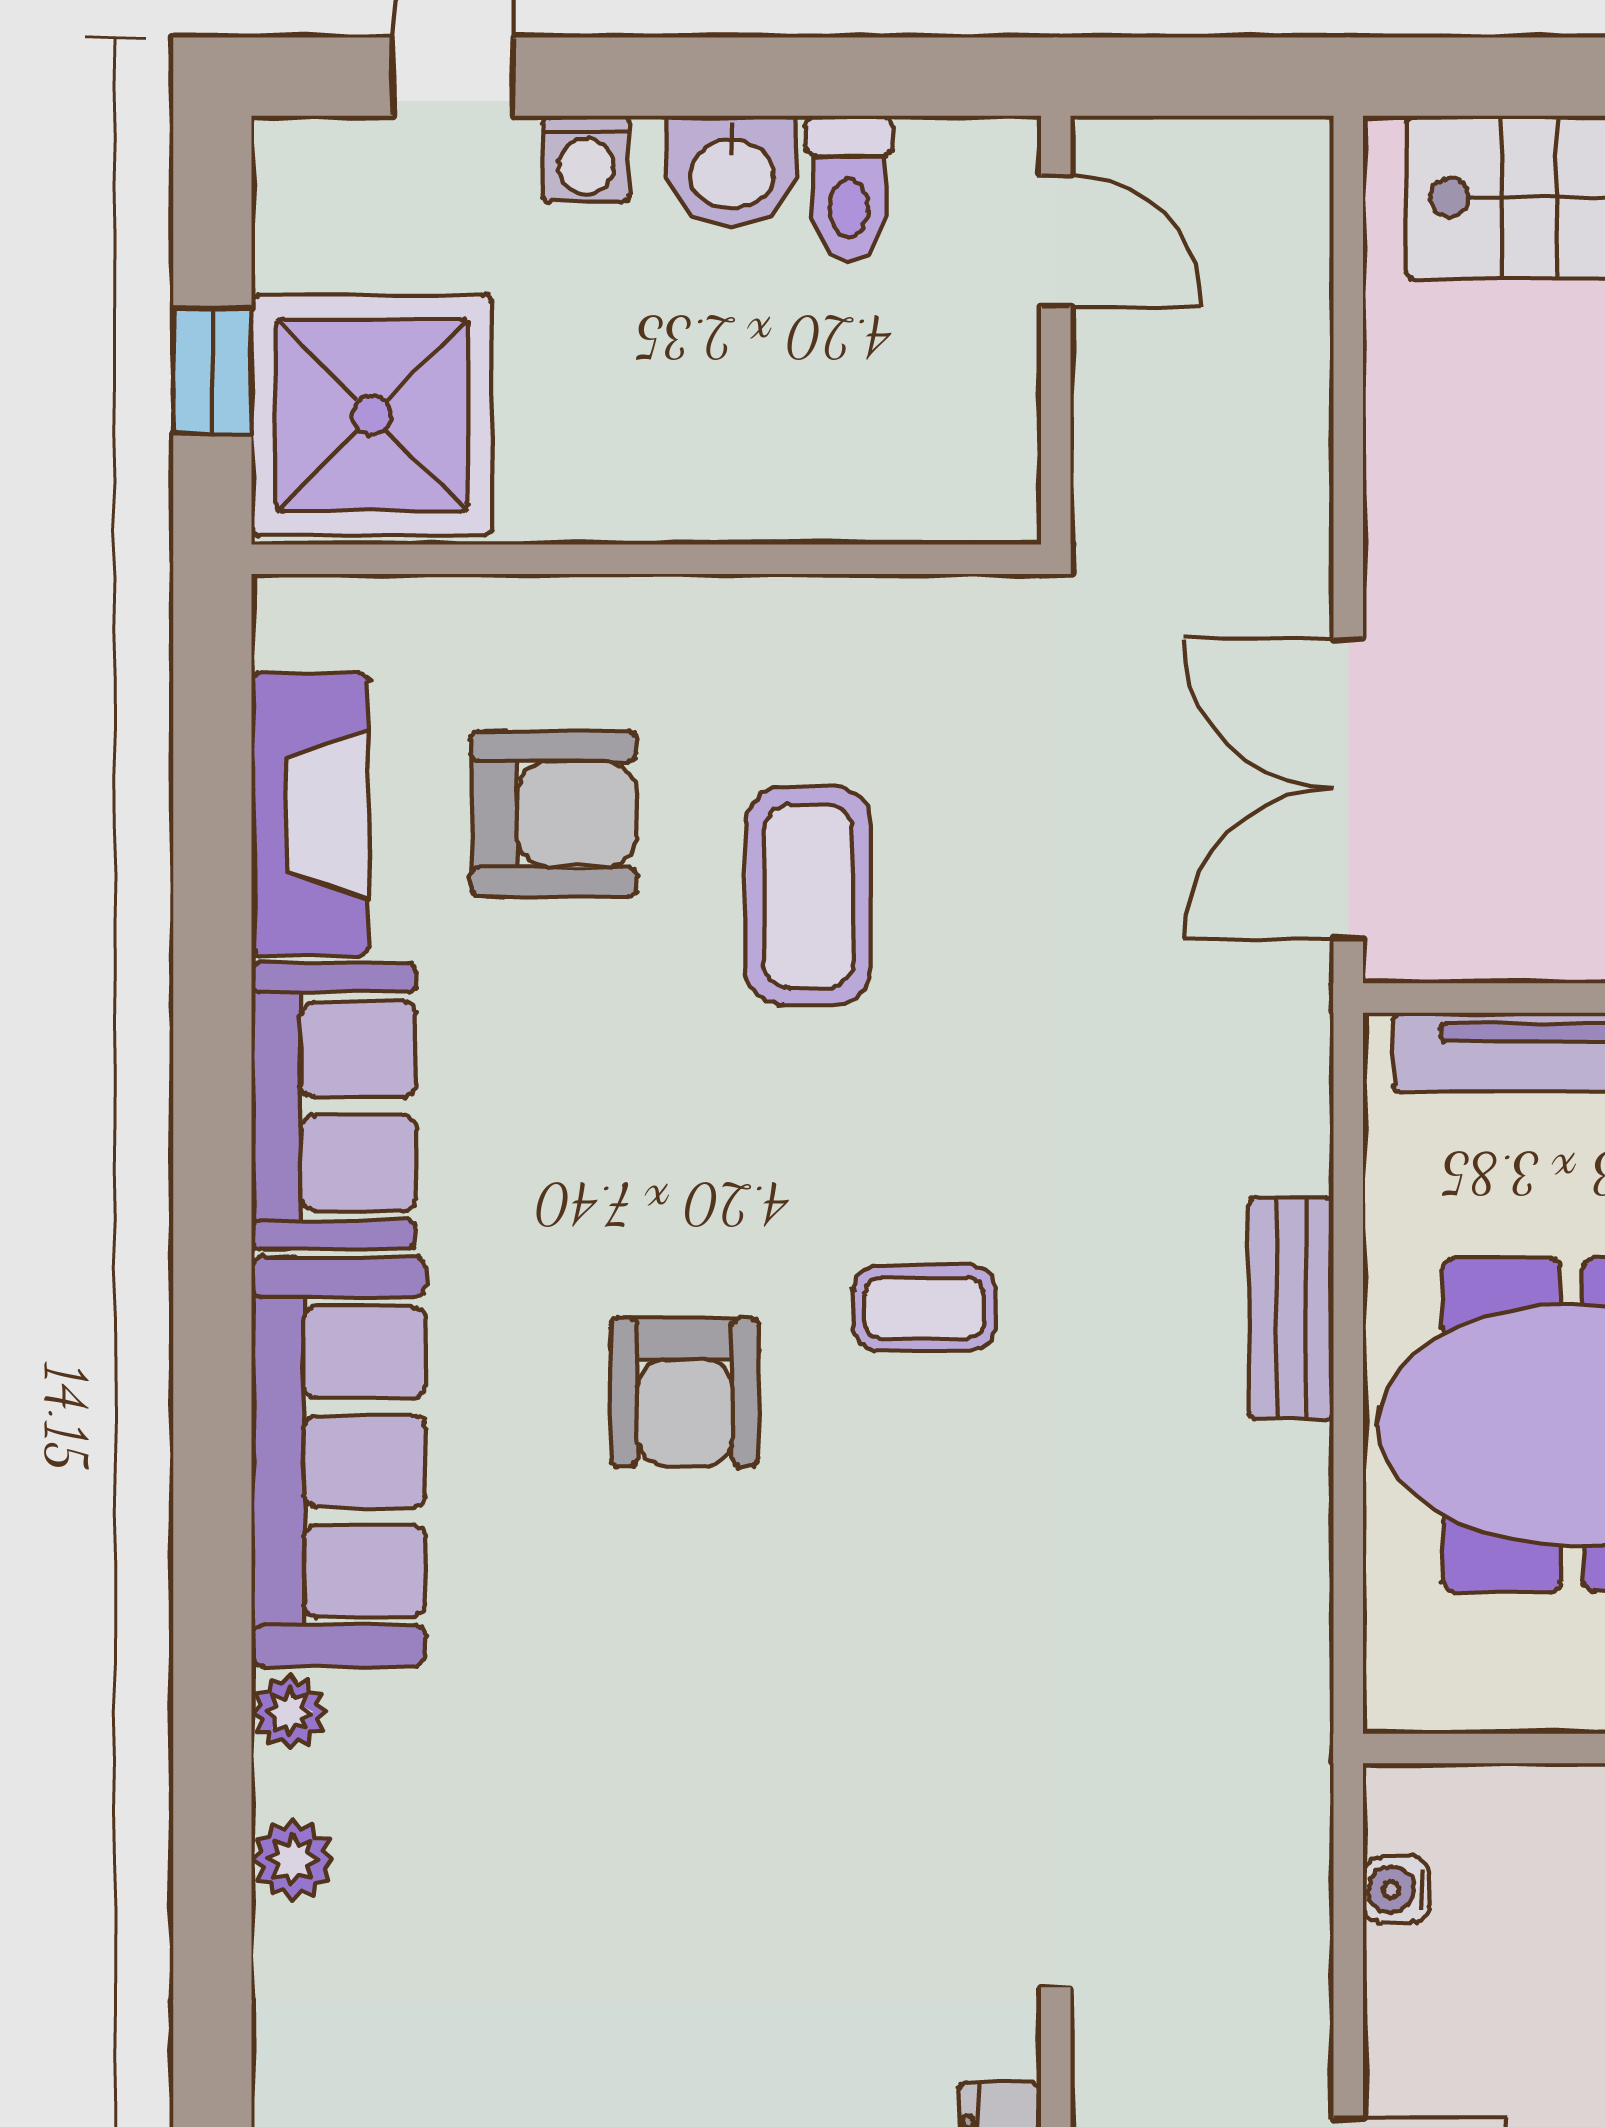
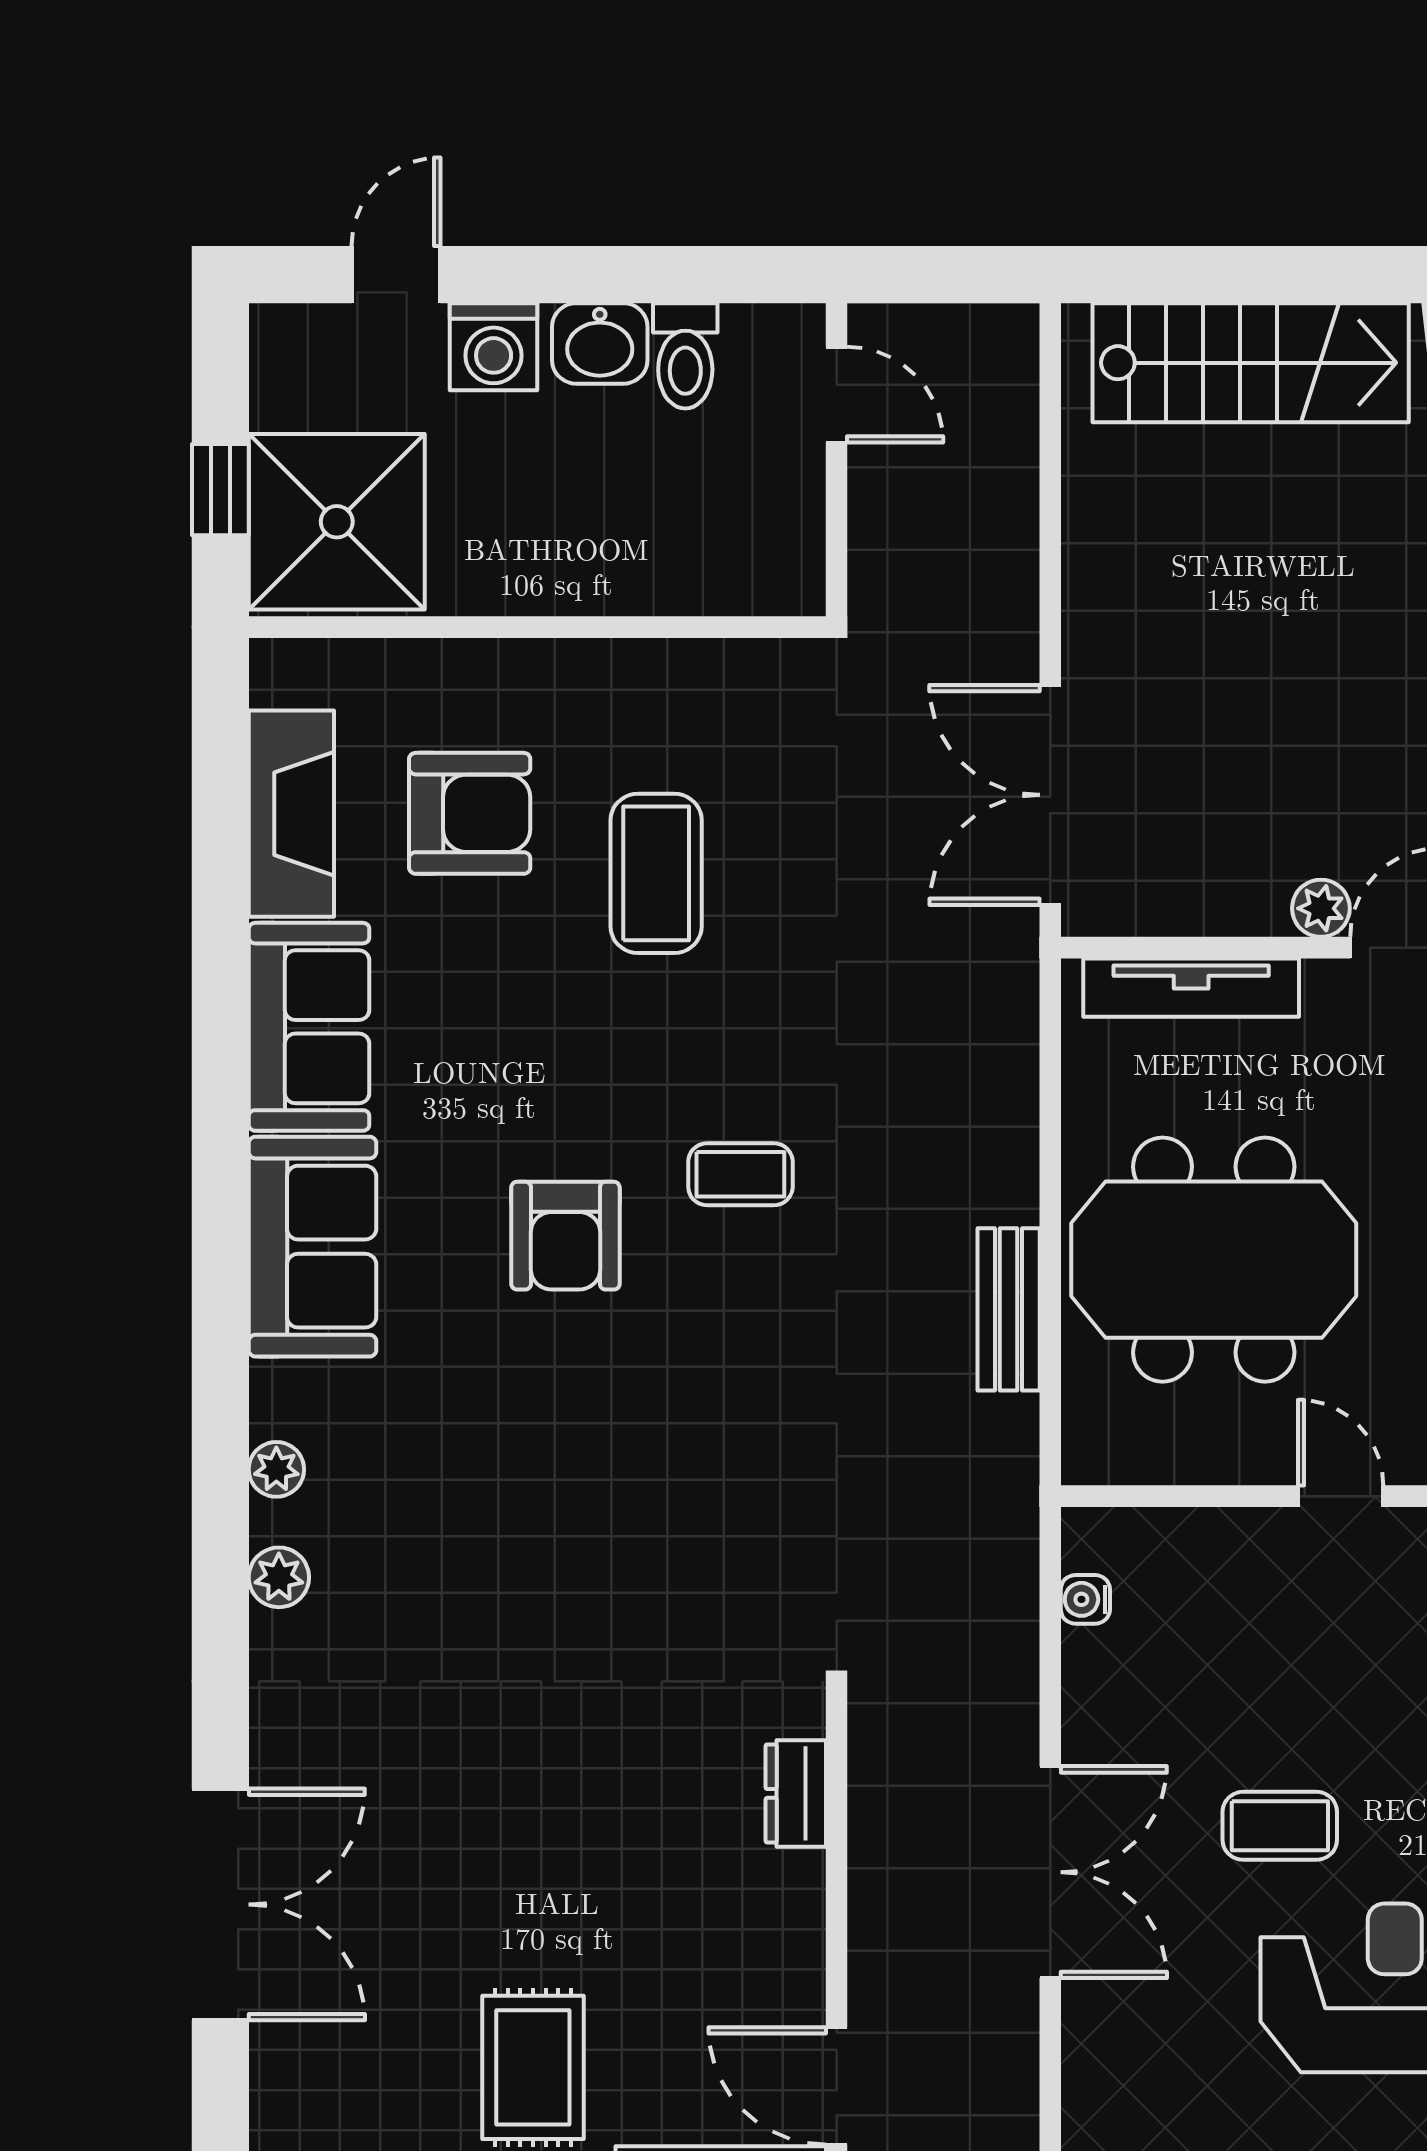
washing machine: (586, 159) -> (494, 347), width x1.38, depth x1.38
bench: (1291, 1308) -> (1009, 1309), moved
sofa: (339, 1461) -> (313, 1247), width x0.73

